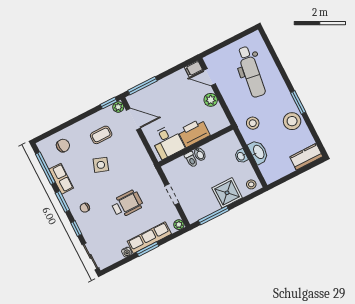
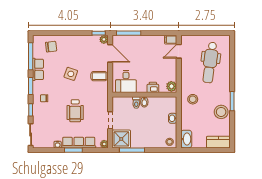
door: (209, 77) -> (179, 51), hinge flipped
plant: (211, 100) -> (171, 86), moved
printer: (194, 133) -> (153, 87), width x0.53, depth x0.68
coffee table: (101, 135) -> (99, 76), moved
washbasin: (258, 152) -> (186, 139), moved
shower: (227, 193) -> (121, 139), moved
wheelchair: (127, 204) -> (75, 111), turned 90

